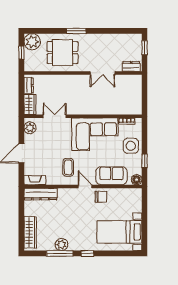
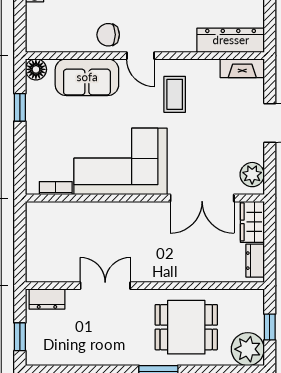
double door: (55, 116) -> (202, 198), width x1.37
side table: (131, 146) -> (48, 138), removed

